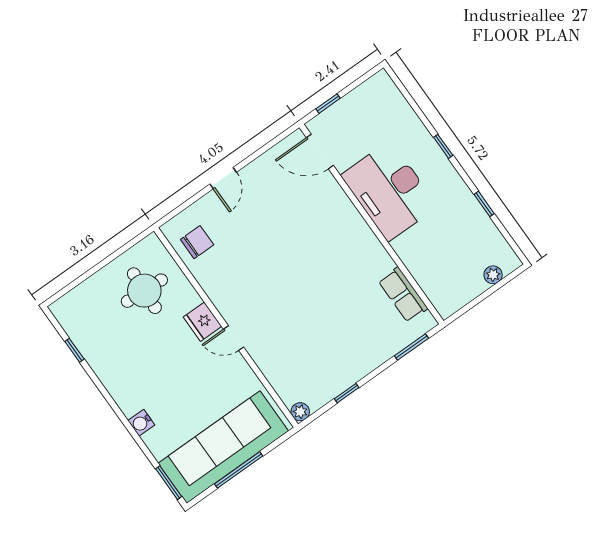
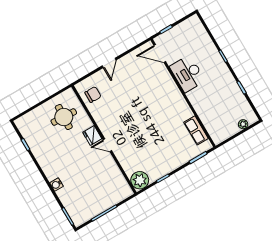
desk: (389, 191) -> (187, 74), width x0.73, depth x0.77
plant: (300, 412) -> (140, 180), width x1.87, depth x1.87
sofa: (223, 447) -> (97, 201), removed

